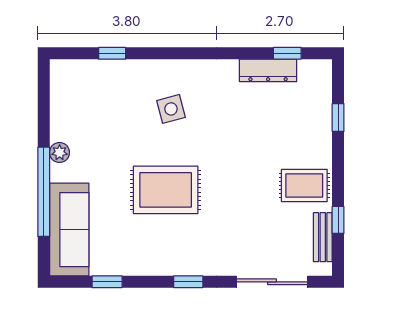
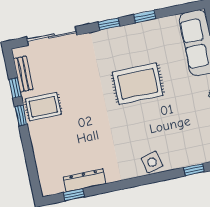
side table: (171, 109) -> (152, 162), moved
window: (338, 118) -> (21, 115), moved
window: (107, 282) -> (145, 17), moved

